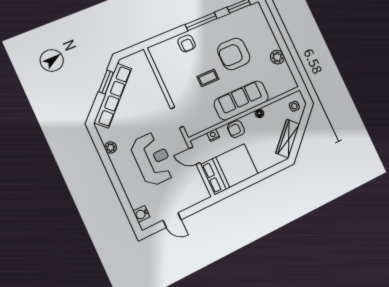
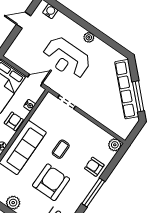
plant: (156, 51) -> (115, 145), added
window: (106, 82) -> (138, 96), width x1.44
plant: (111, 147) -> (89, 37), moved

